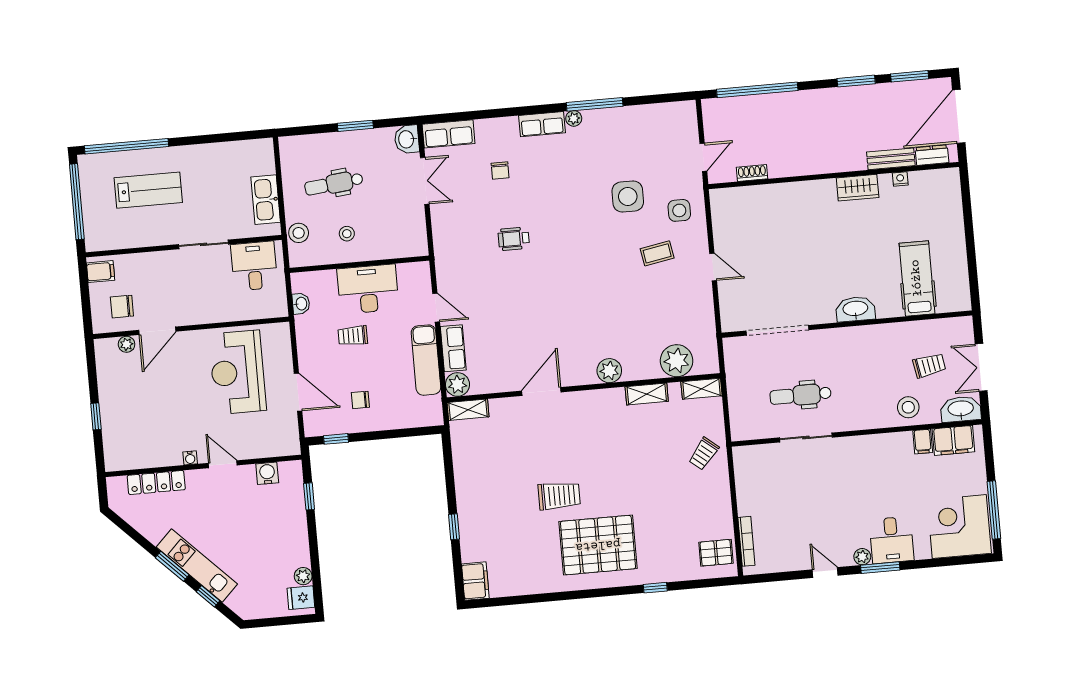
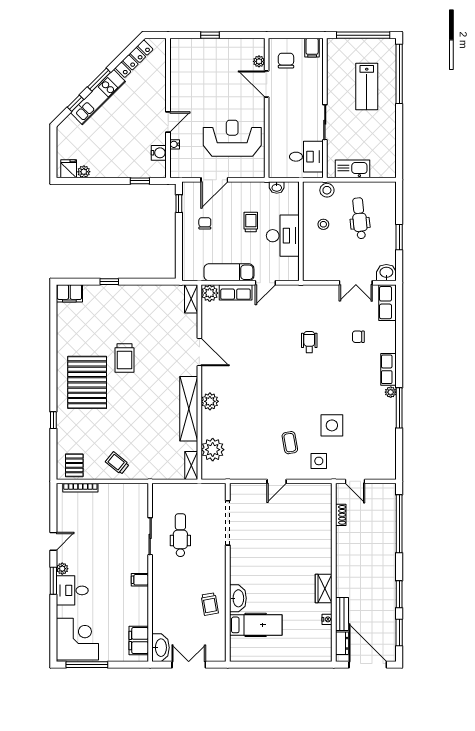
washbasin: (855, 309) -> (238, 598), moved
trolley: (929, 365) -> (210, 604), moved
shelving: (647, 394) -> (189, 409), width x2.20, depth x1.33
stool: (908, 407) -> (165, 611), removed
filing cabinet: (923, 442) -> (140, 580), moved
trolley: (704, 454) -> (117, 463), moved
water cooler: (190, 458) -> (175, 144), moved
locker: (156, 483) -> (134, 59), moved, turned -135

